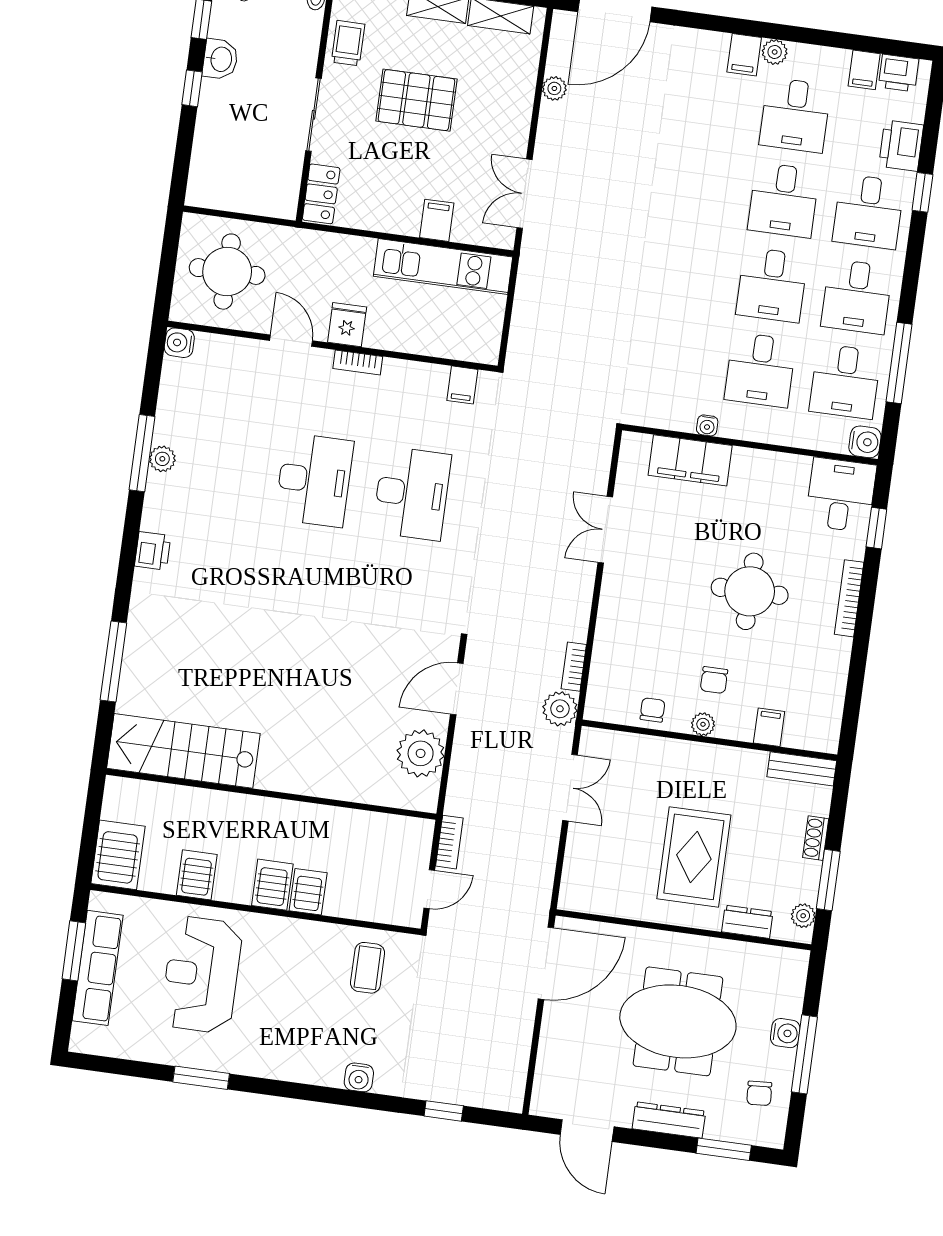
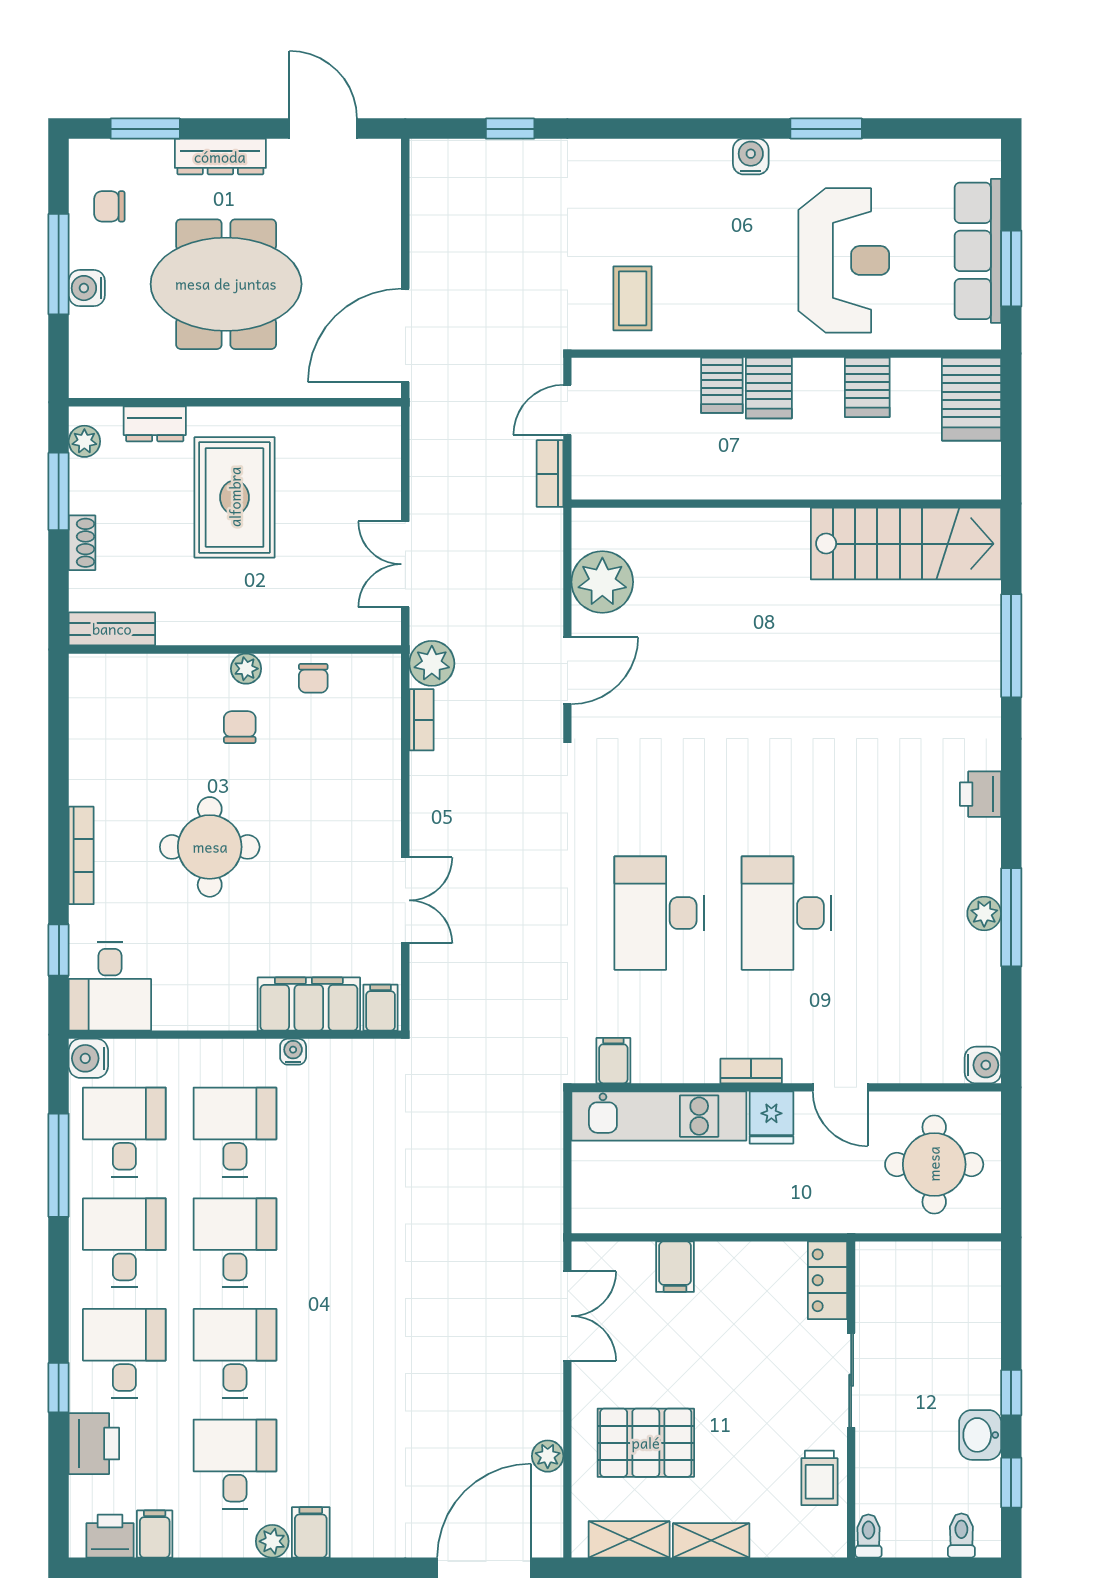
pallet: (416, 100) -> (646, 1443), moved
kitchen unit: (443, 267) -> (659, 1116), moved, turned 180
filing cabinet: (769, 727) -> (381, 1008), moved, turned 180
water cooler: (359, 1077) -> (751, 157), moved
chair: (759, 1093) -> (109, 206), turned -86

